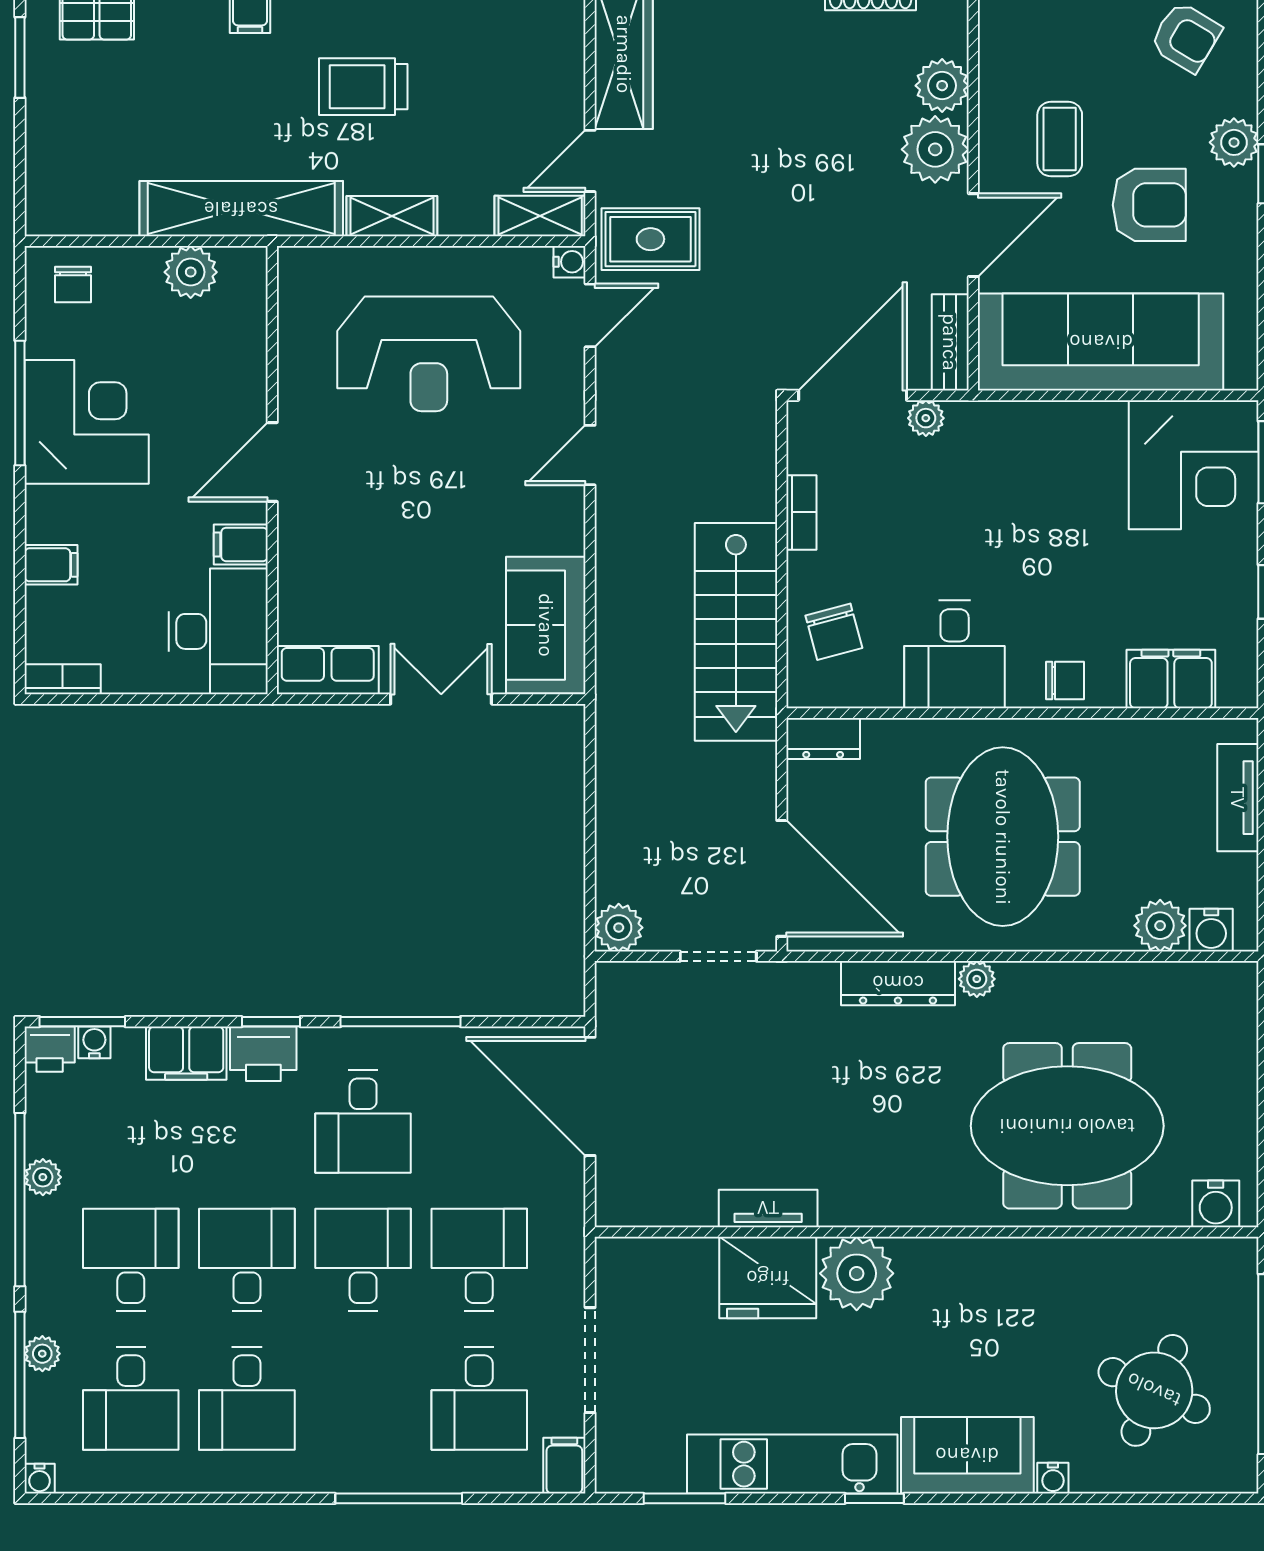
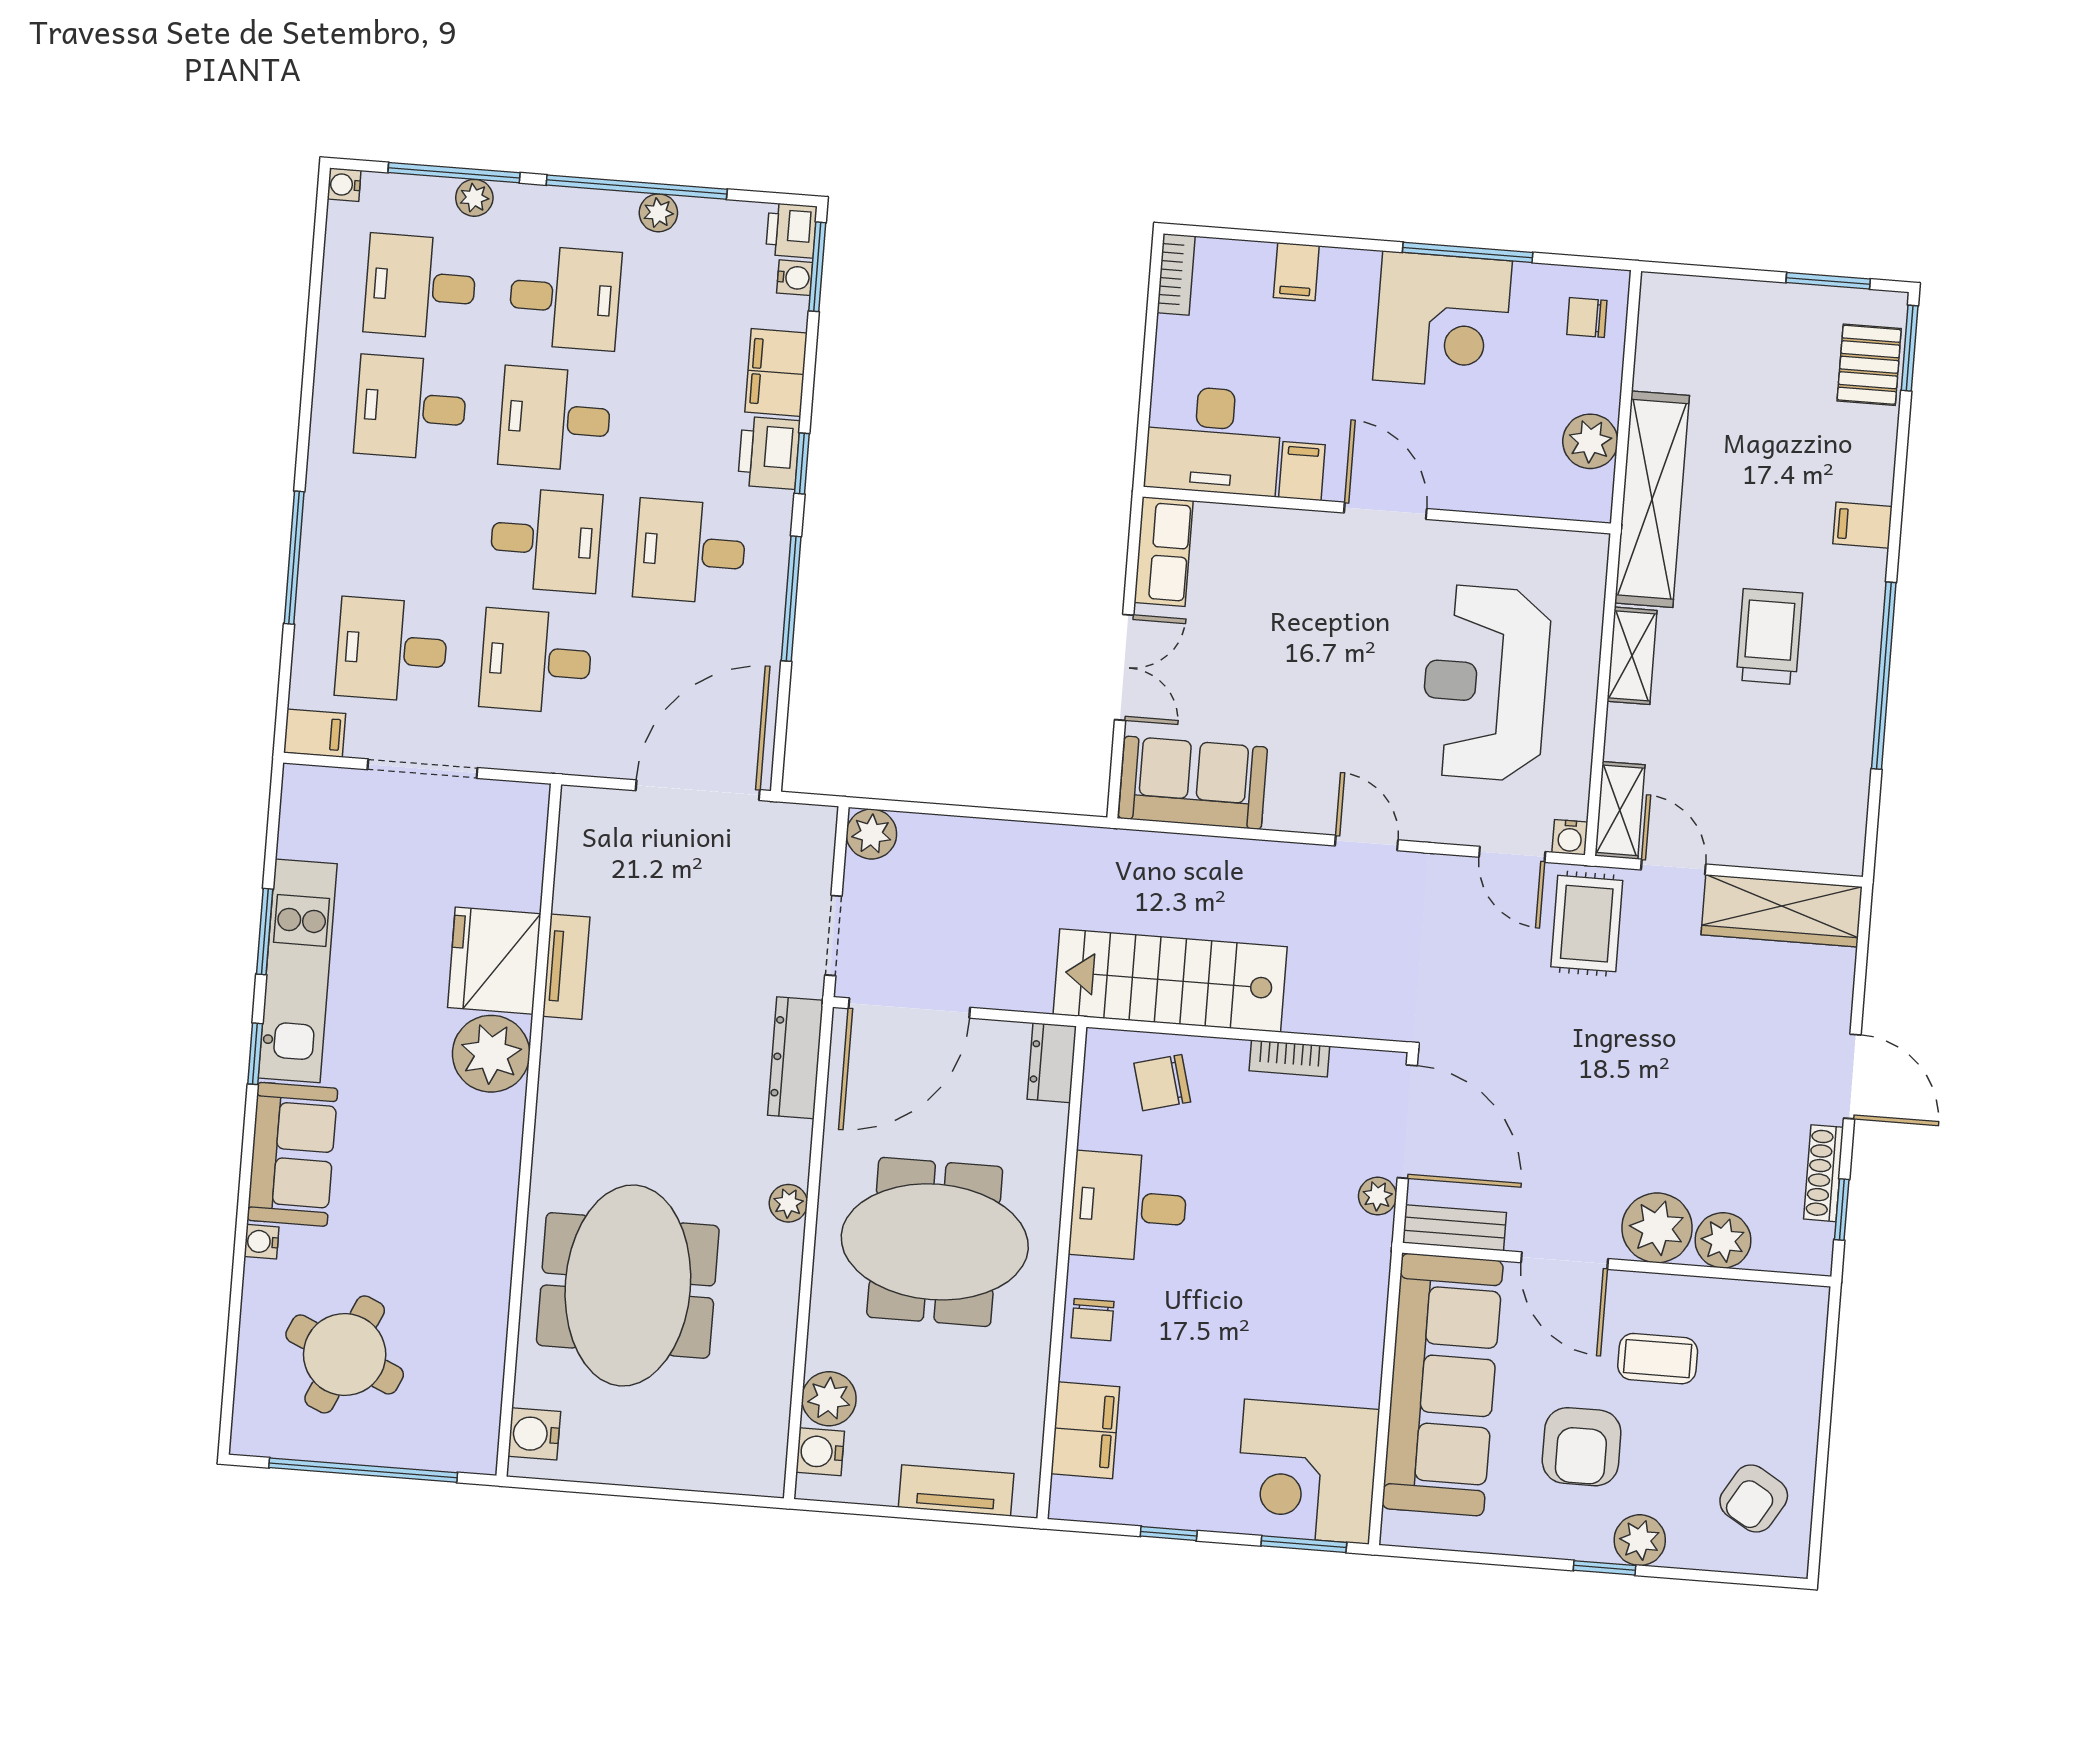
dresser: (898, 983) -> (795, 1058), moved
desk: (247, 1260) -> (555, 419), turned 180
desk: (479, 1260) -> (536, 661), turned 180
window: (685, 1498) -> (265, 932), moved

